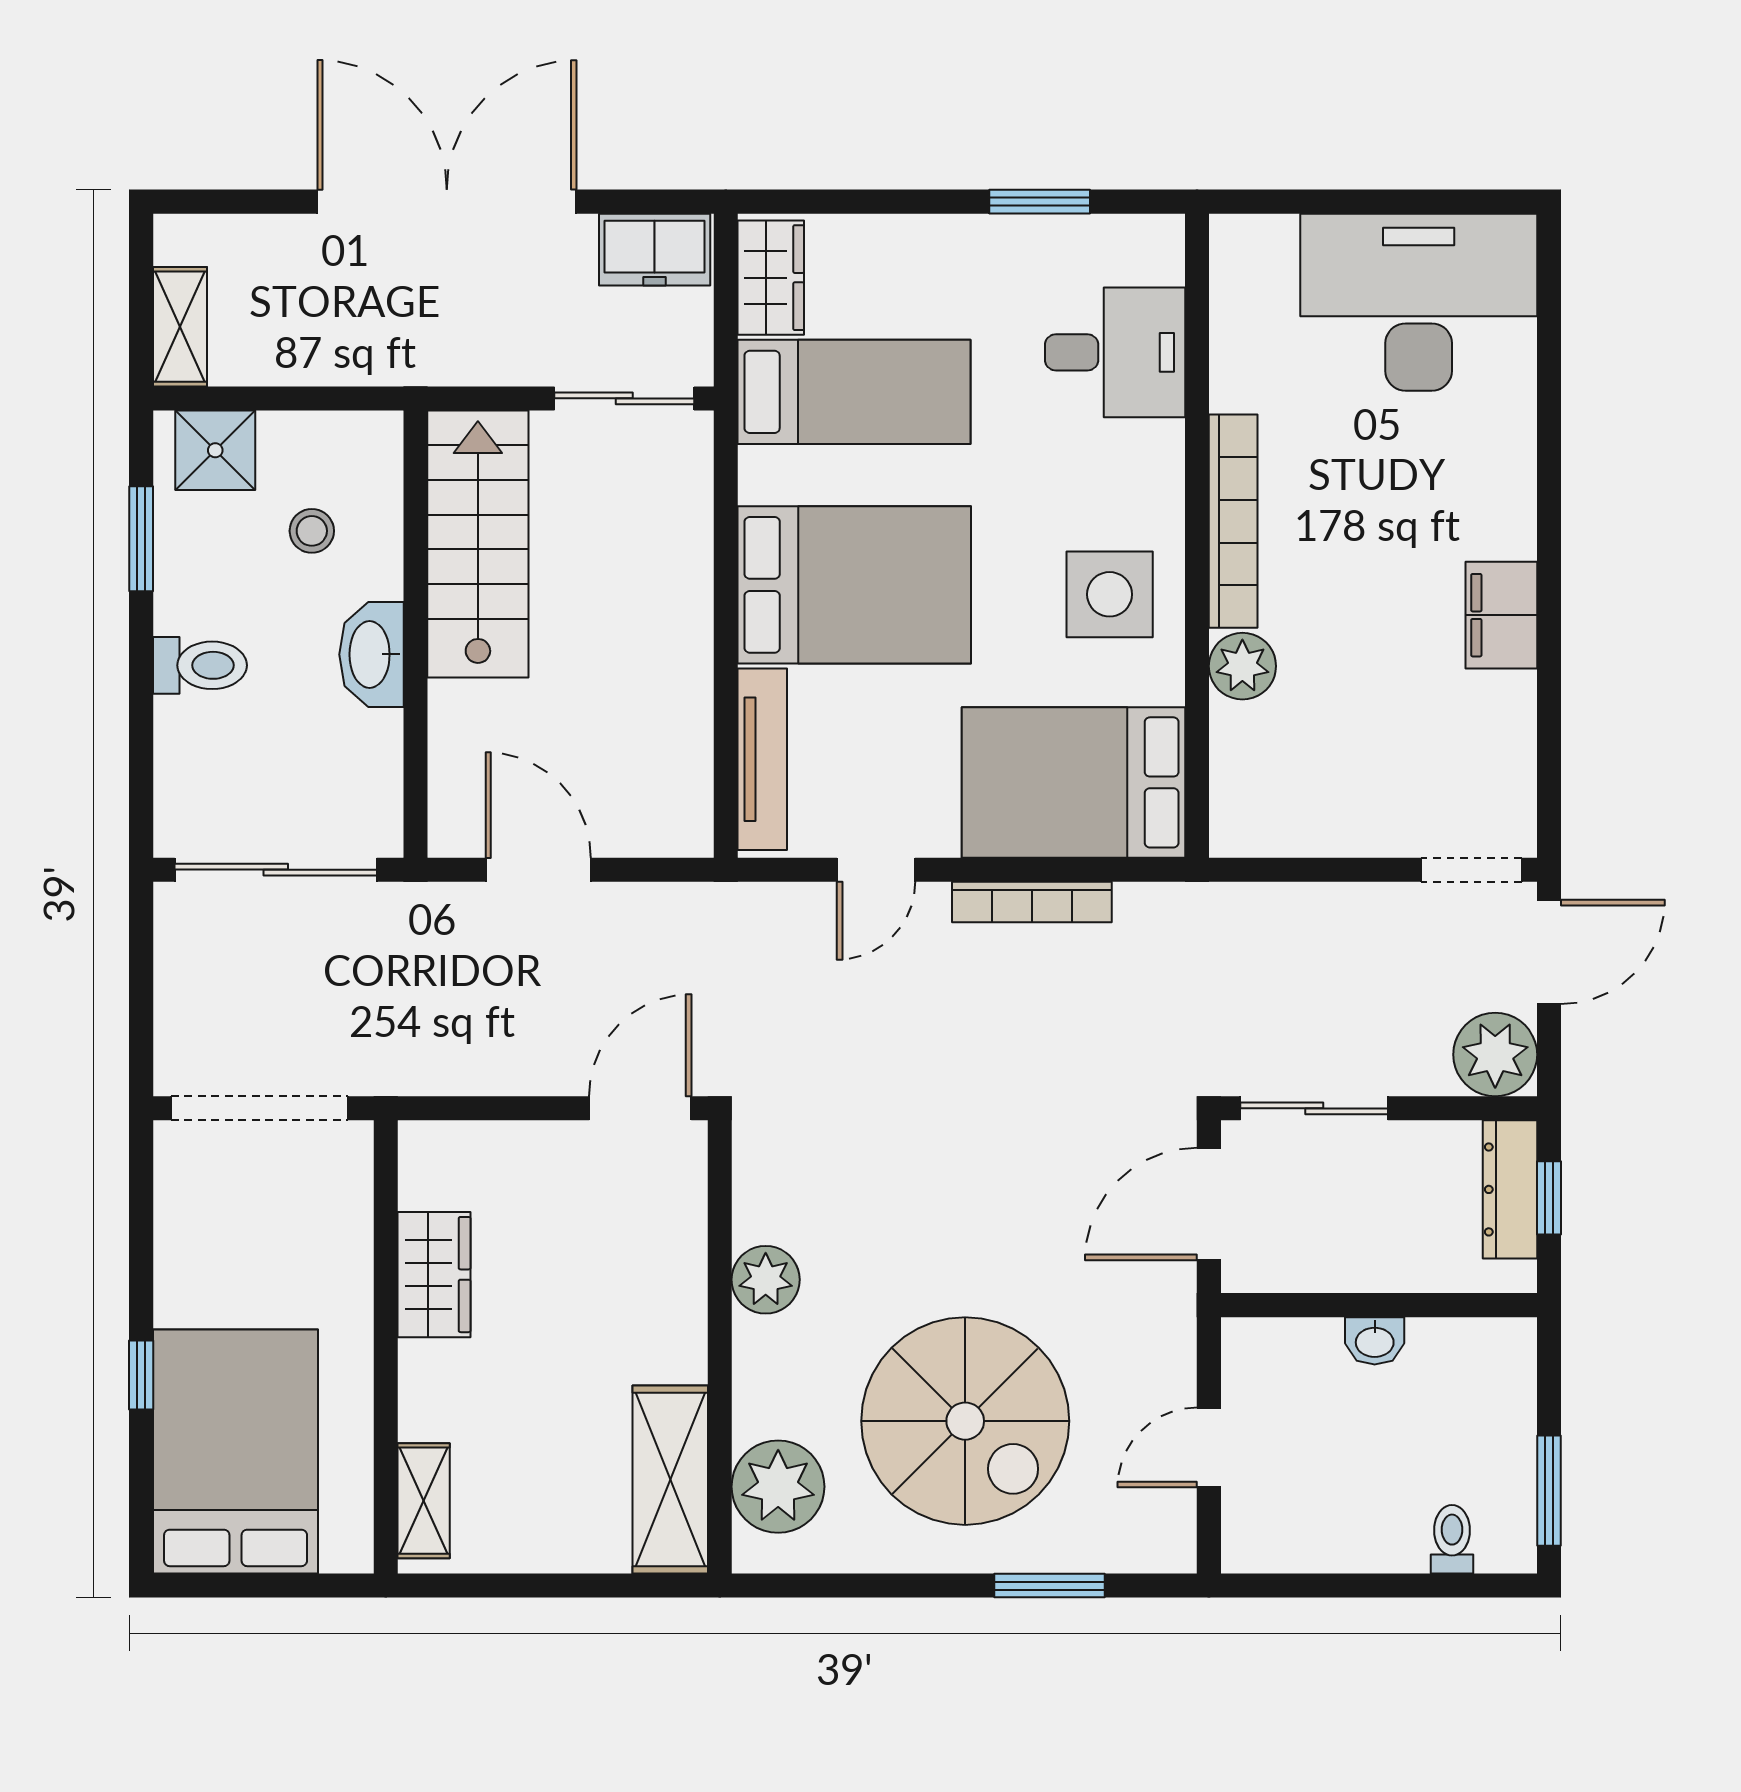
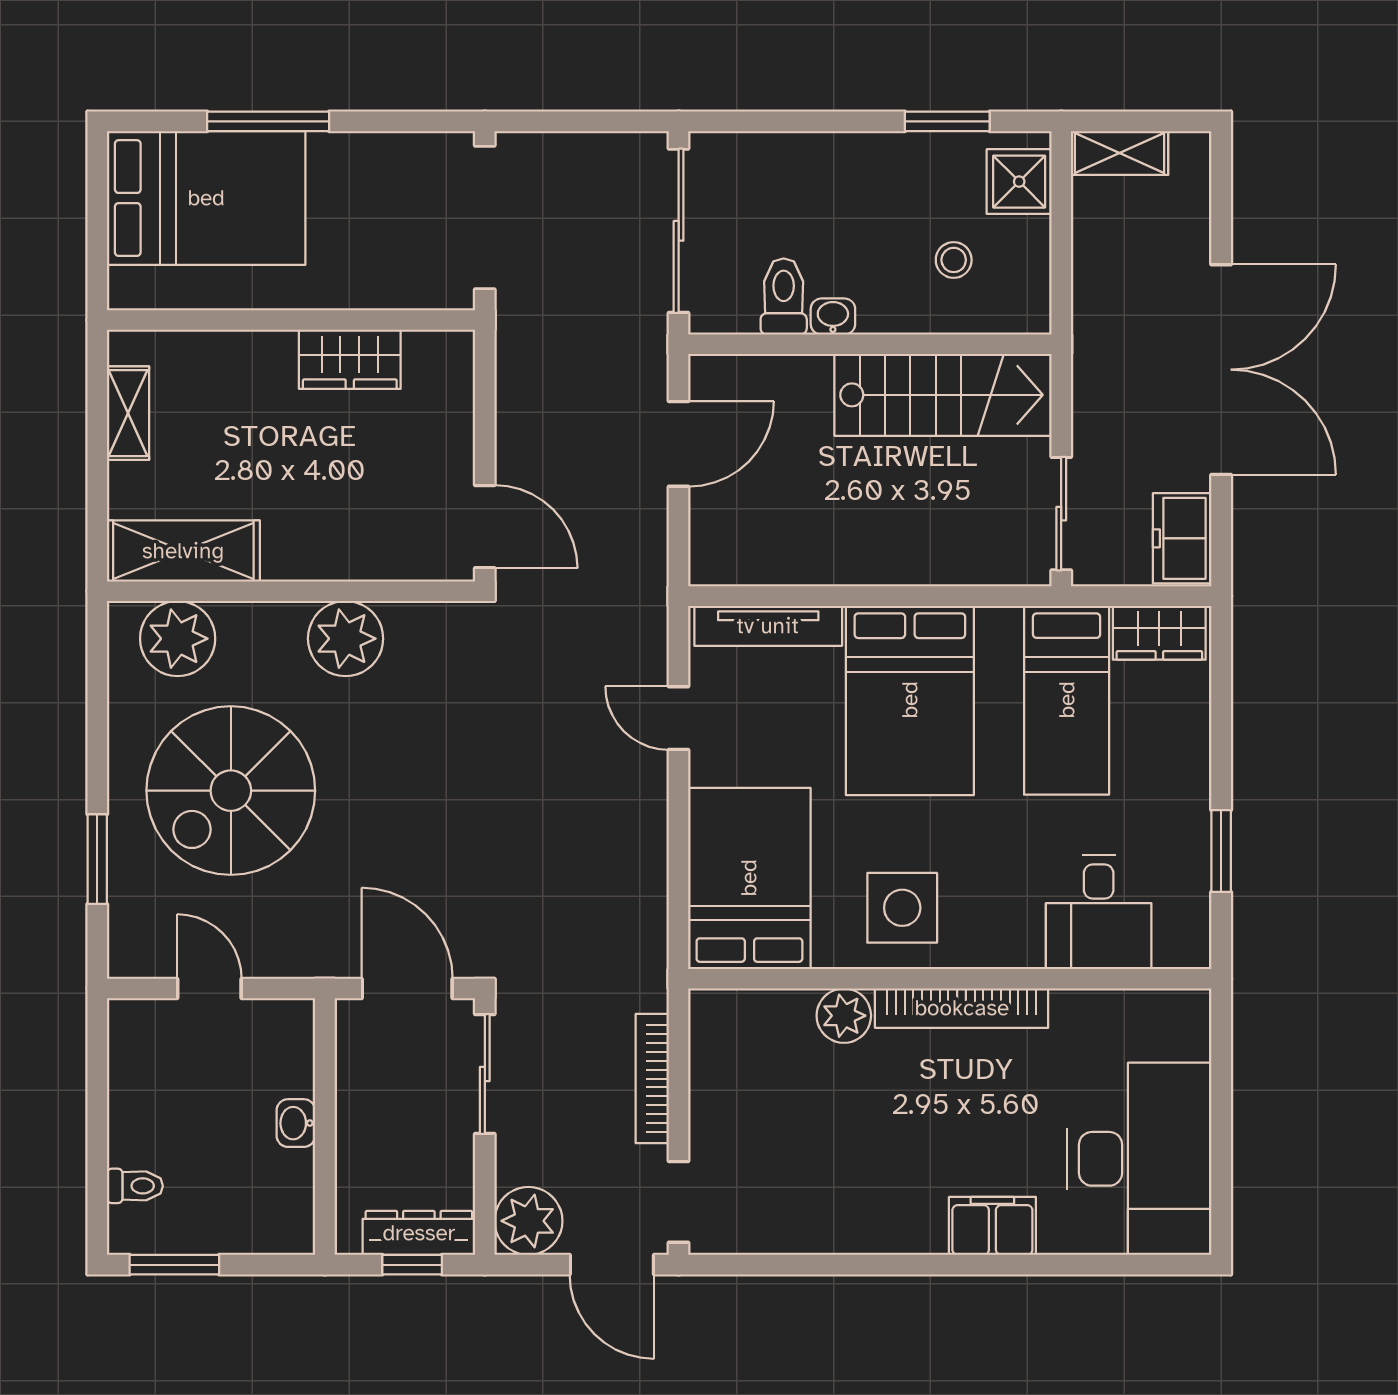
filing cabinet: (1501, 615) -> (992, 1226), moved
washbasin: (371, 654) -> (833, 317), width x0.52, depth x0.69
toilet: (200, 665) -> (784, 296), moved, turned 180
bookcase: (1032, 902) -> (652, 1079), moved
plant: (766, 1280) -> (346, 639), width x1.36, depth x1.36
window: (141, 1375) -> (268, 121), width x2.17
shelving: (424, 1501) -> (128, 413), moved, turned 90

